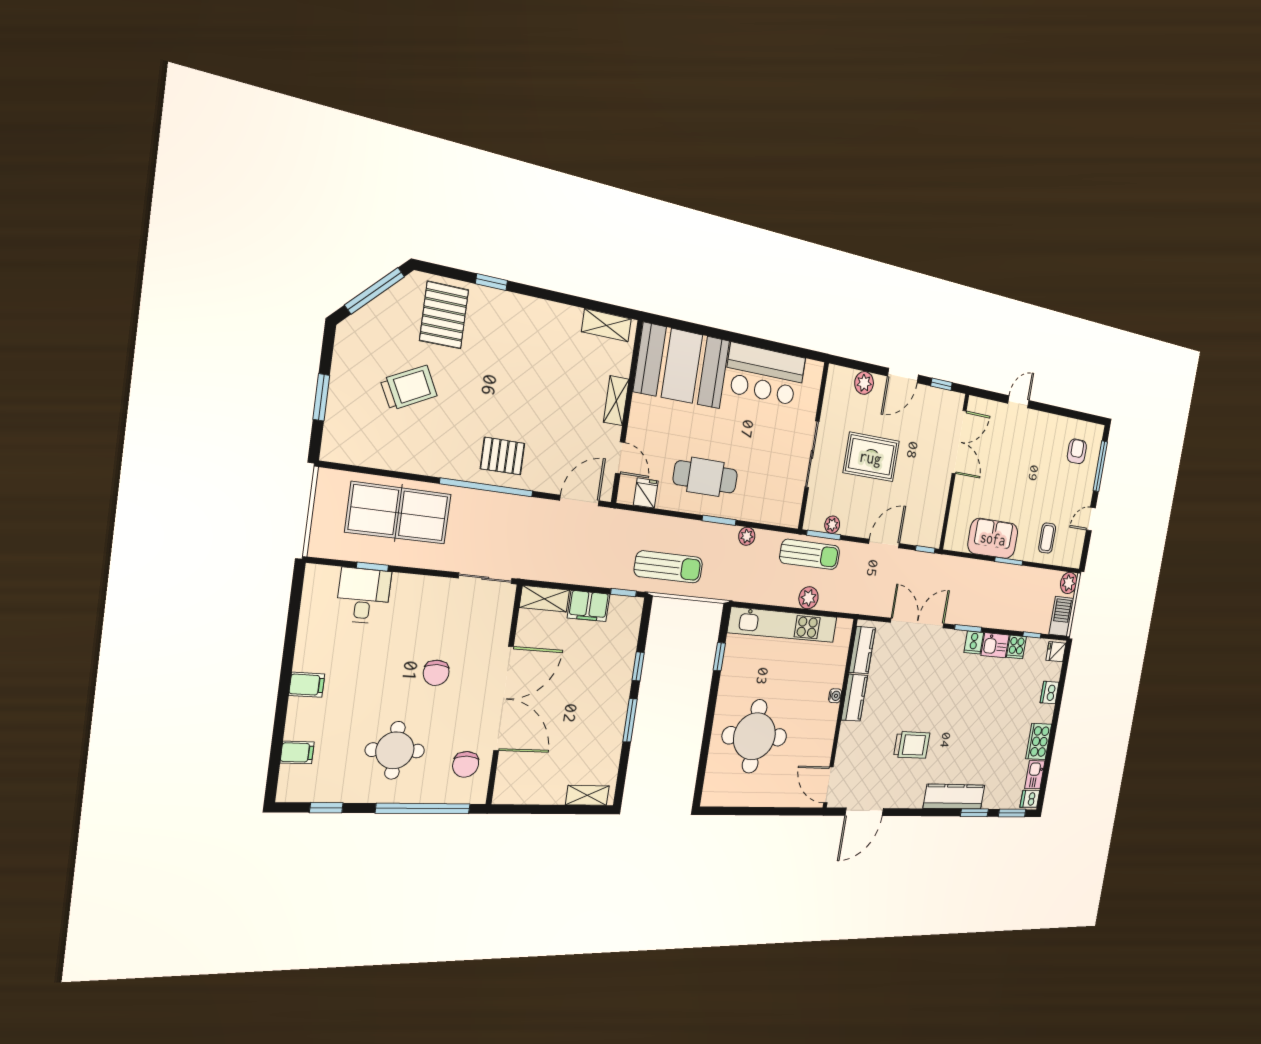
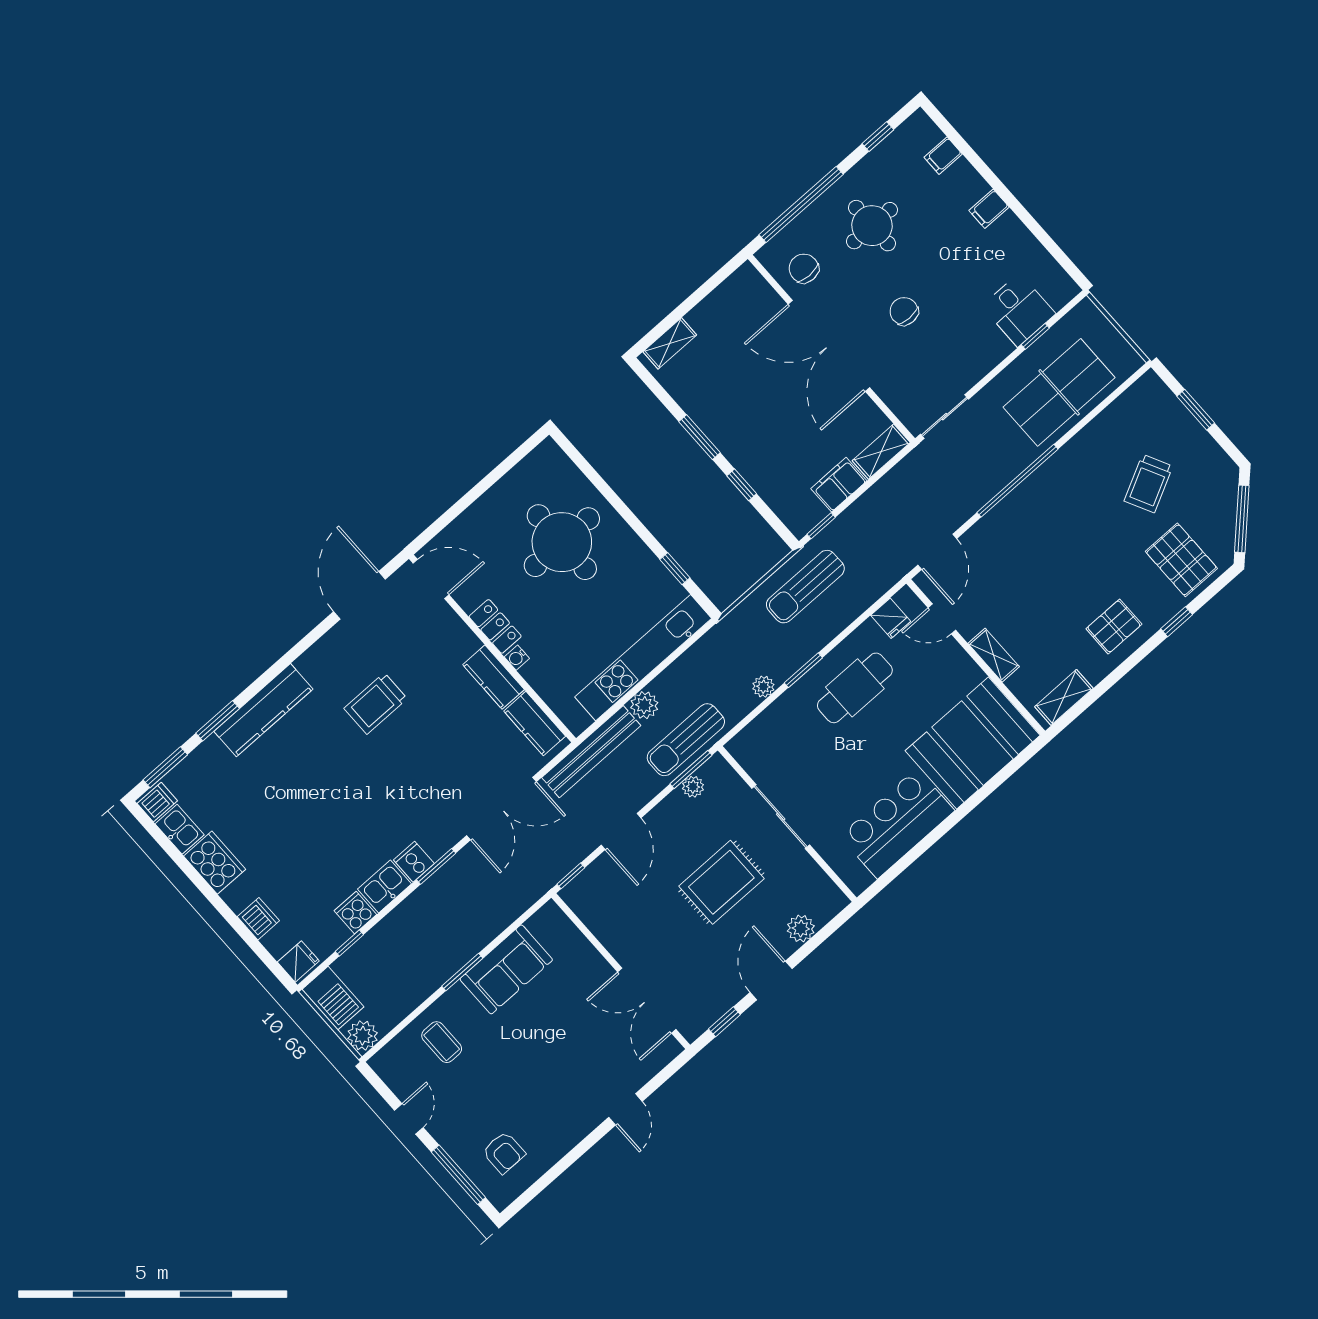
pallet: (503, 456) -> (1114, 626), moved
bench: (855, 603) -> (591, 752), added
locker: (828, 725) -> (495, 626), added

